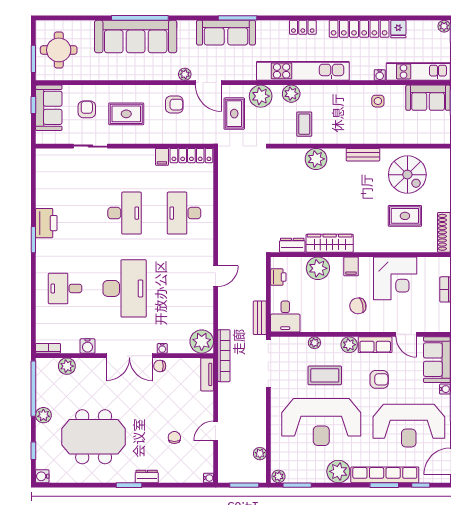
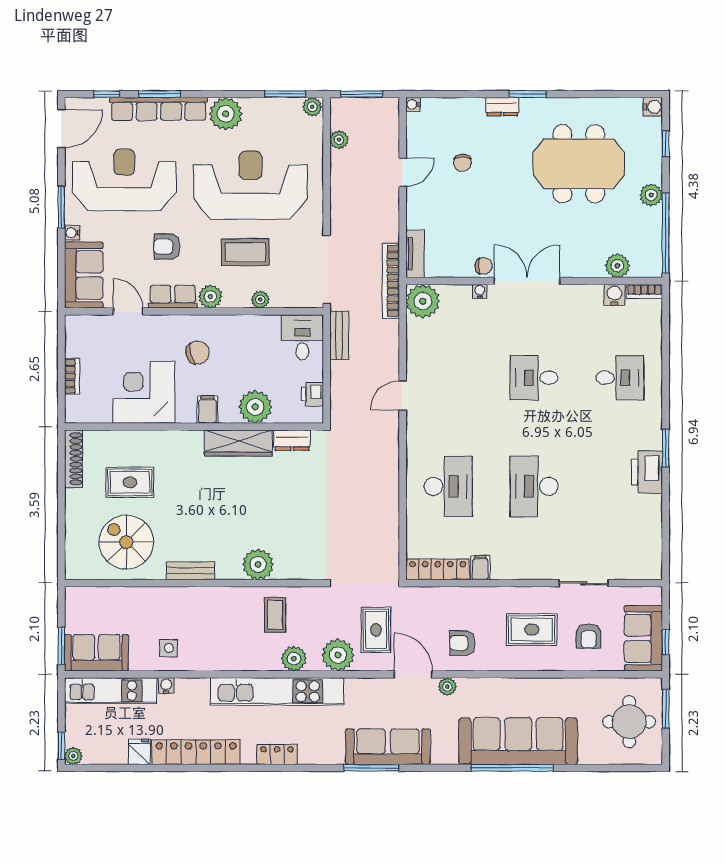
desk: (125, 288) -> (534, 378), width x0.53, depth x0.77
water cooler: (88, 346) -> (614, 295), moved

